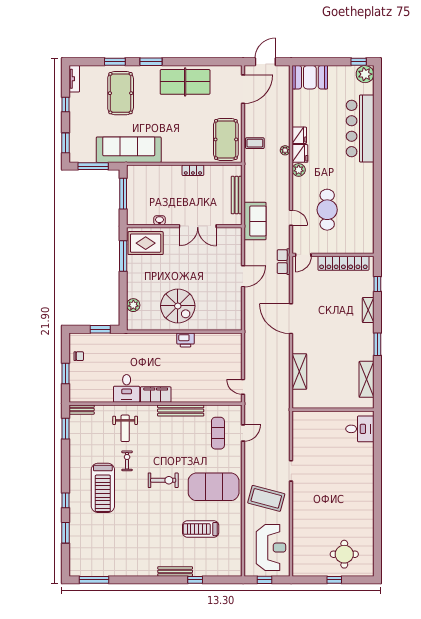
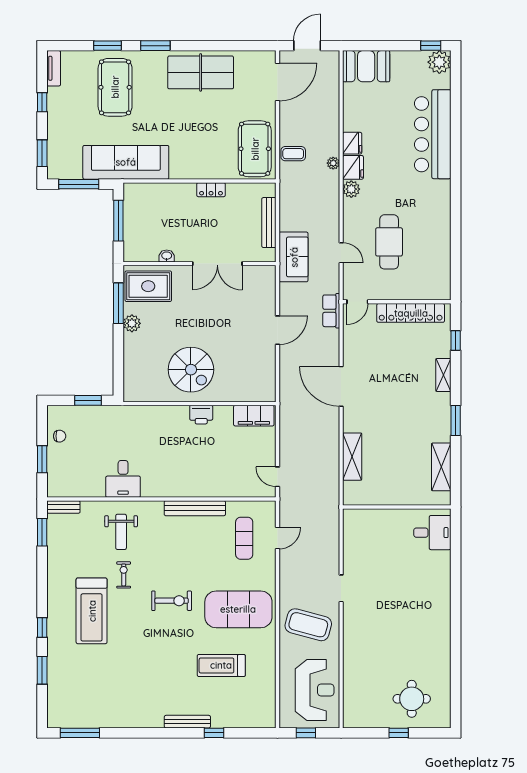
plant: (133, 305) -> (132, 323), moved
filing cabinet: (156, 395) -> (254, 416), moved, turned 180

